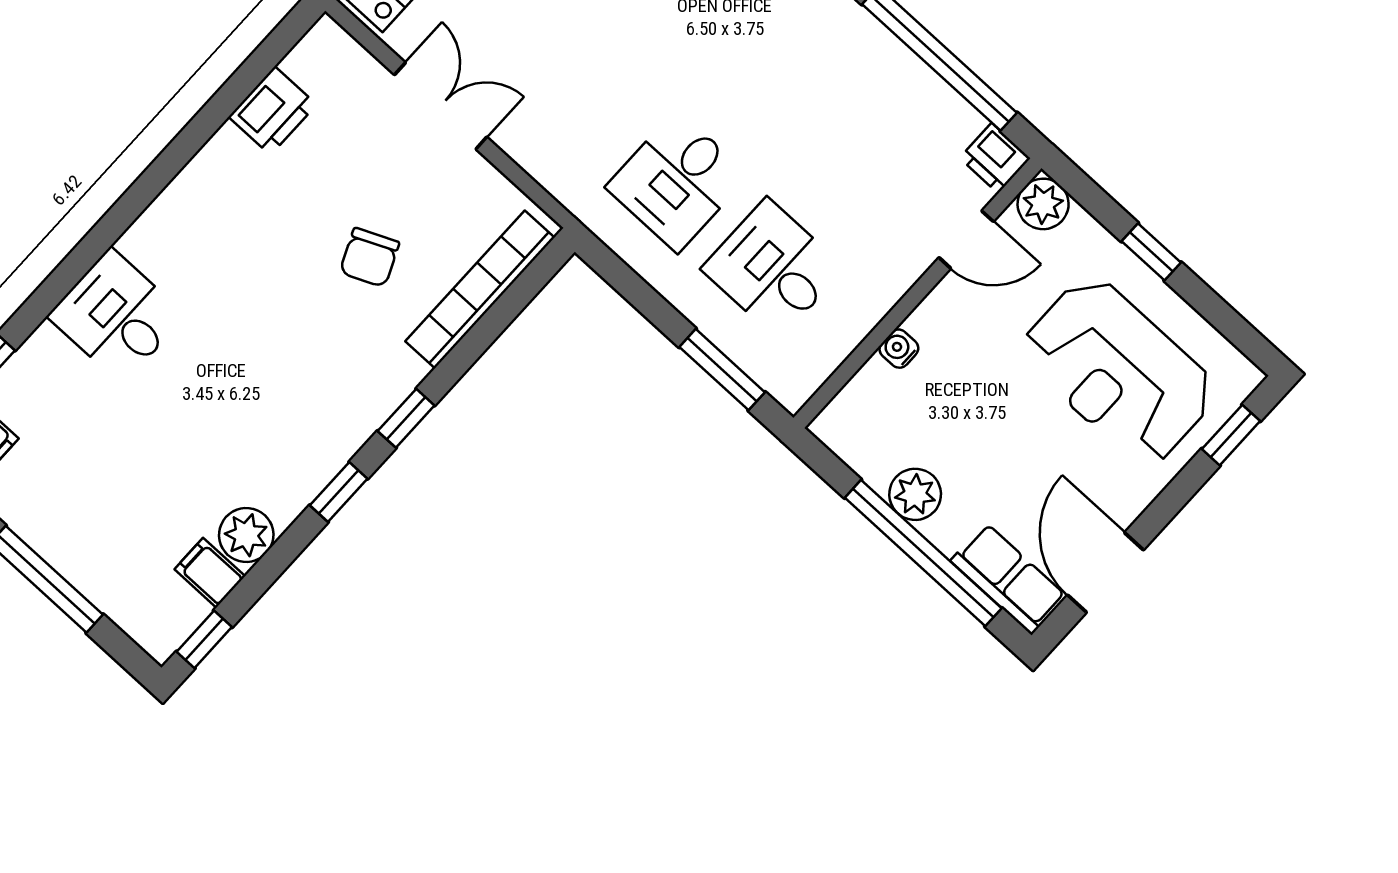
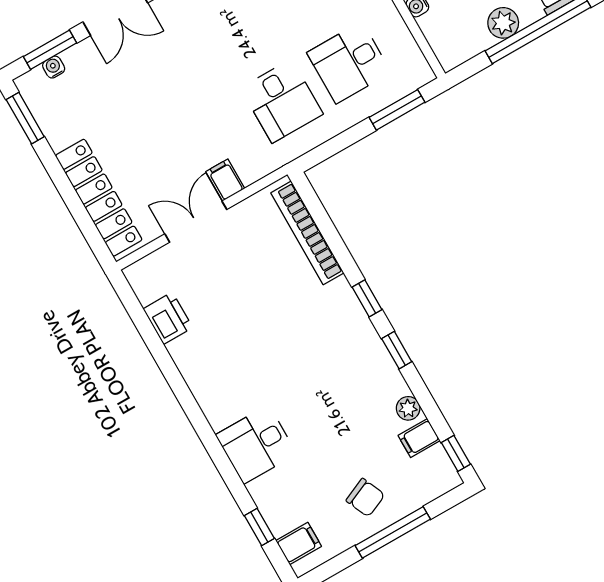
filing cabinet: (522, 132) -> (225, 180), added
chair: (369, 257) -> (365, 498), moved
plant: (246, 535) -> (408, 408), width x0.73, depth x0.73

